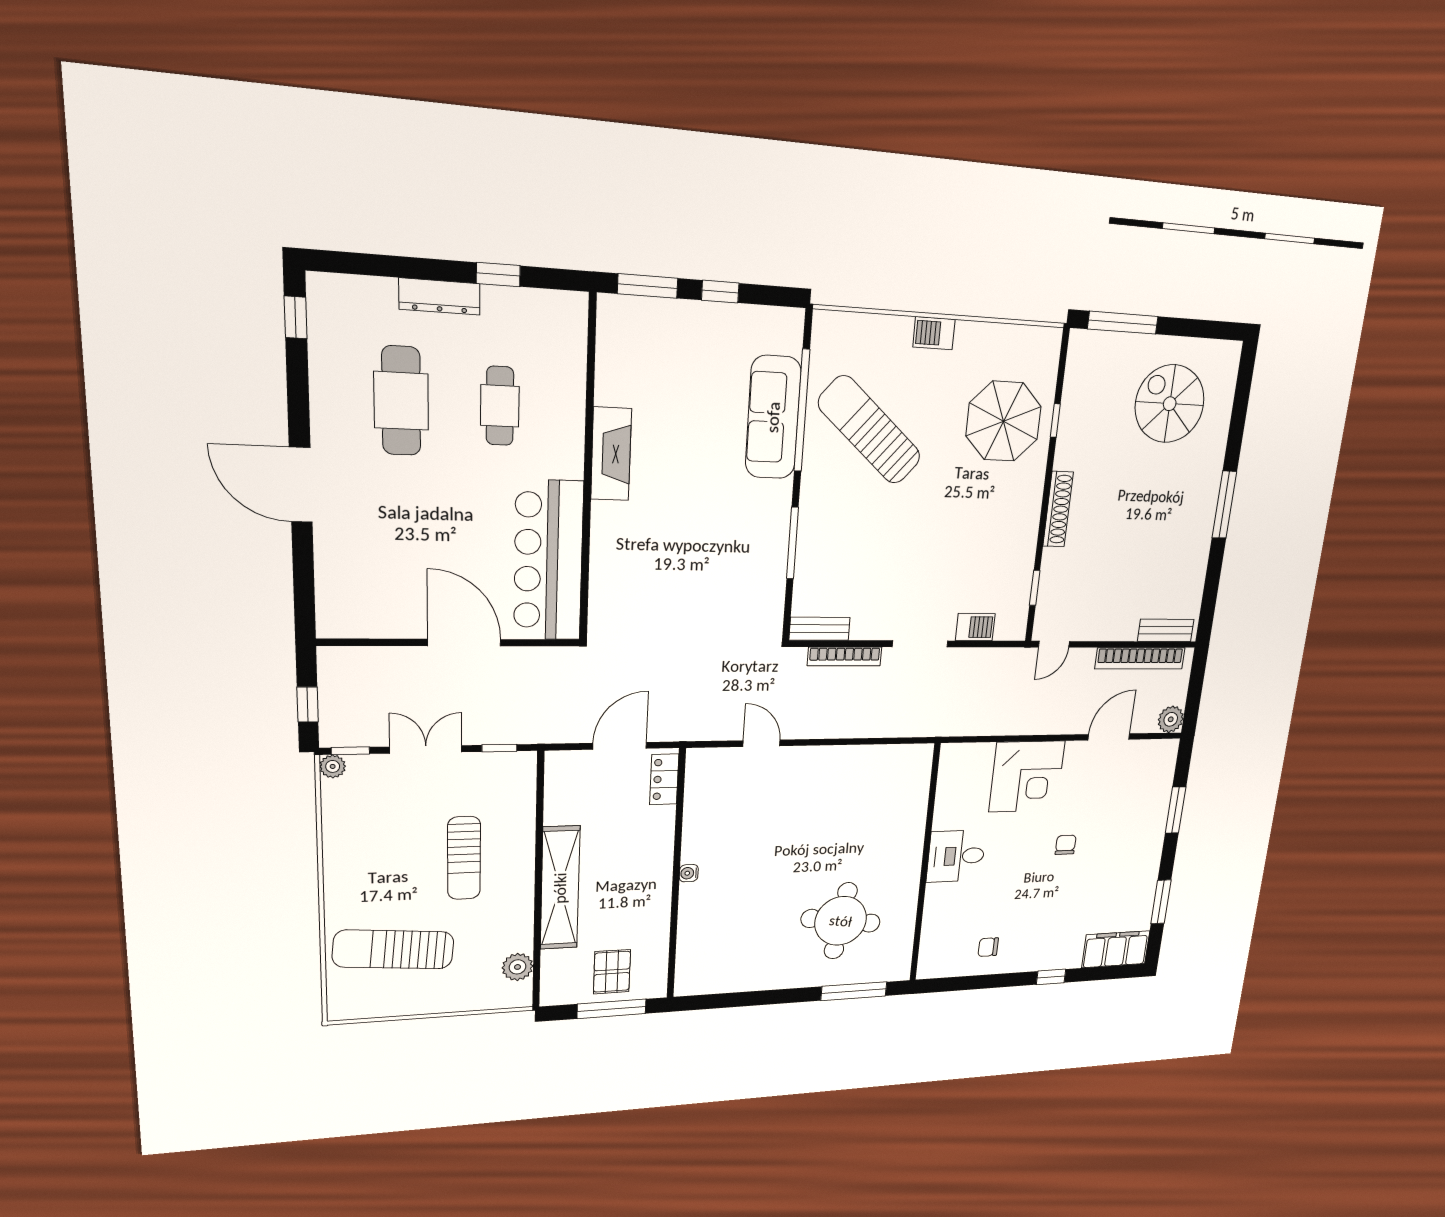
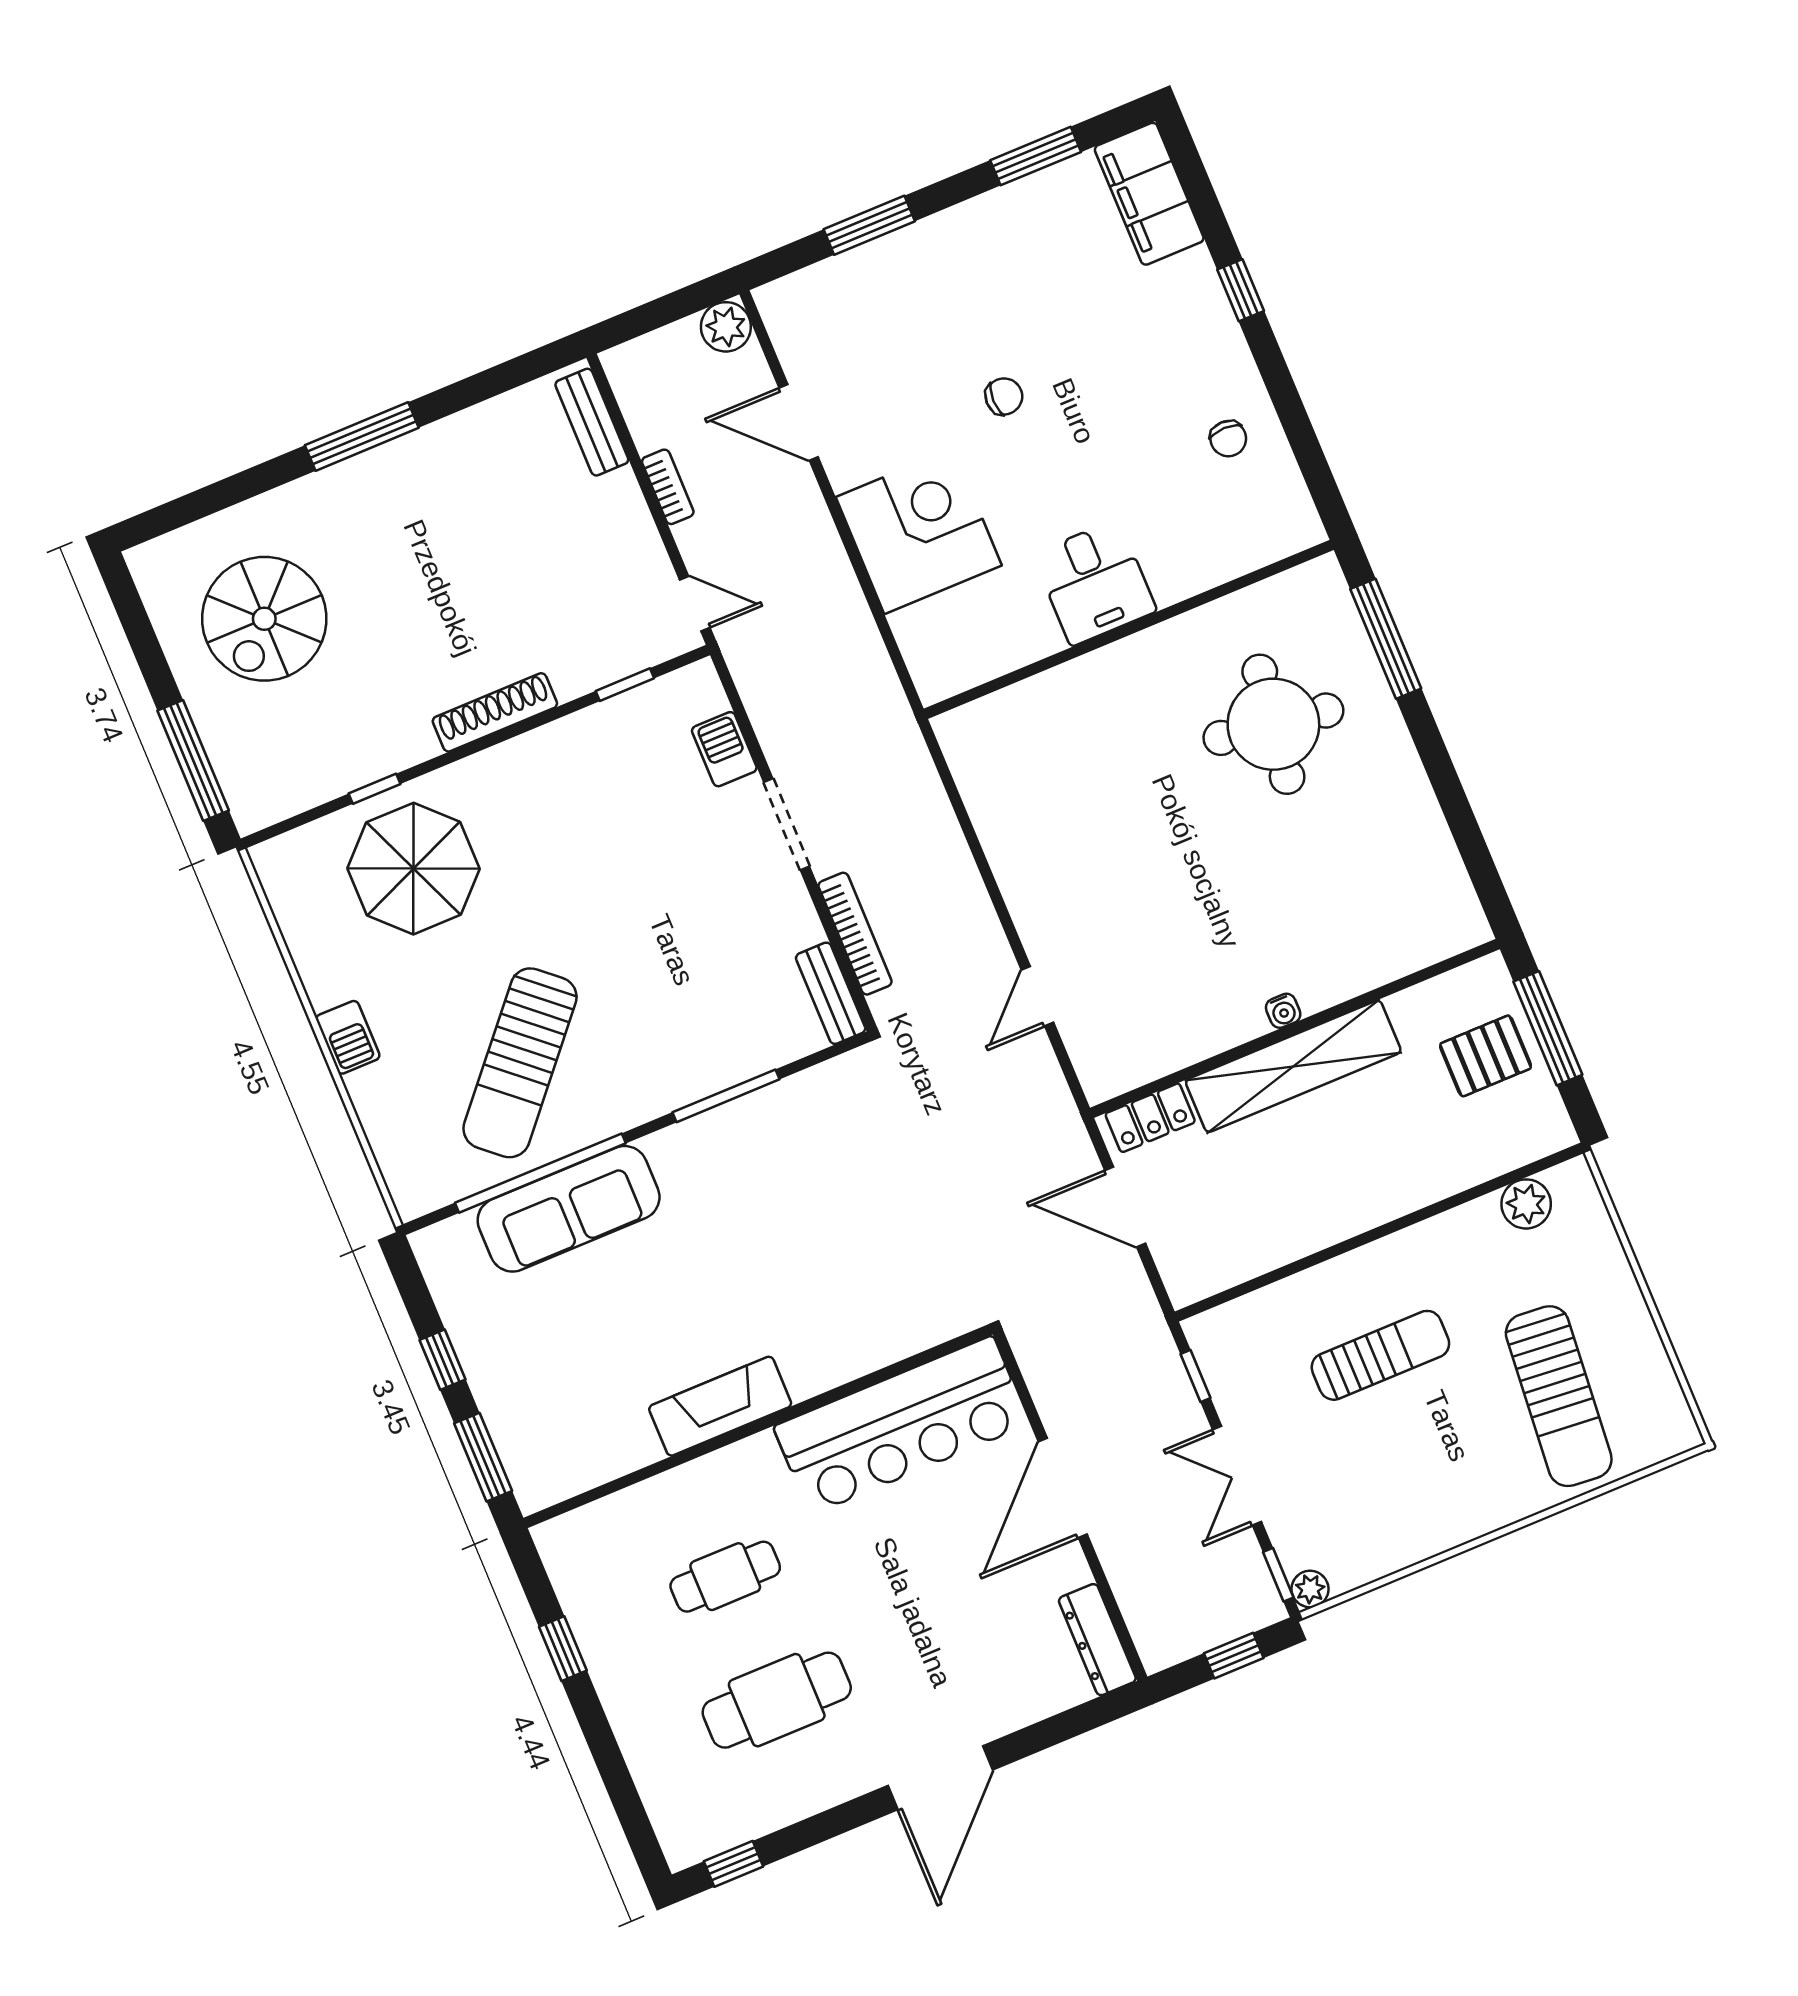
dresser: (440, 296) -> (1097, 1640), moved, turned 180
bookcase: (1140, 658) -> (668, 487), width x0.43, depth x0.76
chair: (1066, 845) -> (1004, 396), turned 180
shelving: (560, 888) -> (1293, 1066), moved

